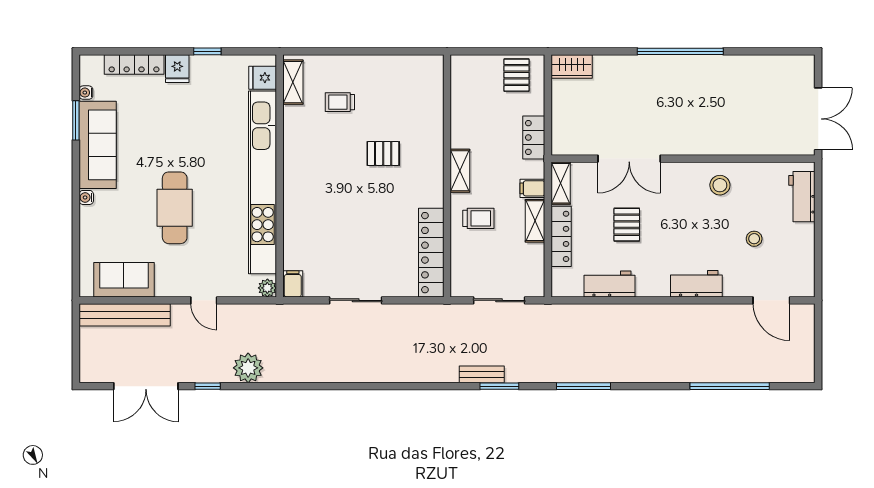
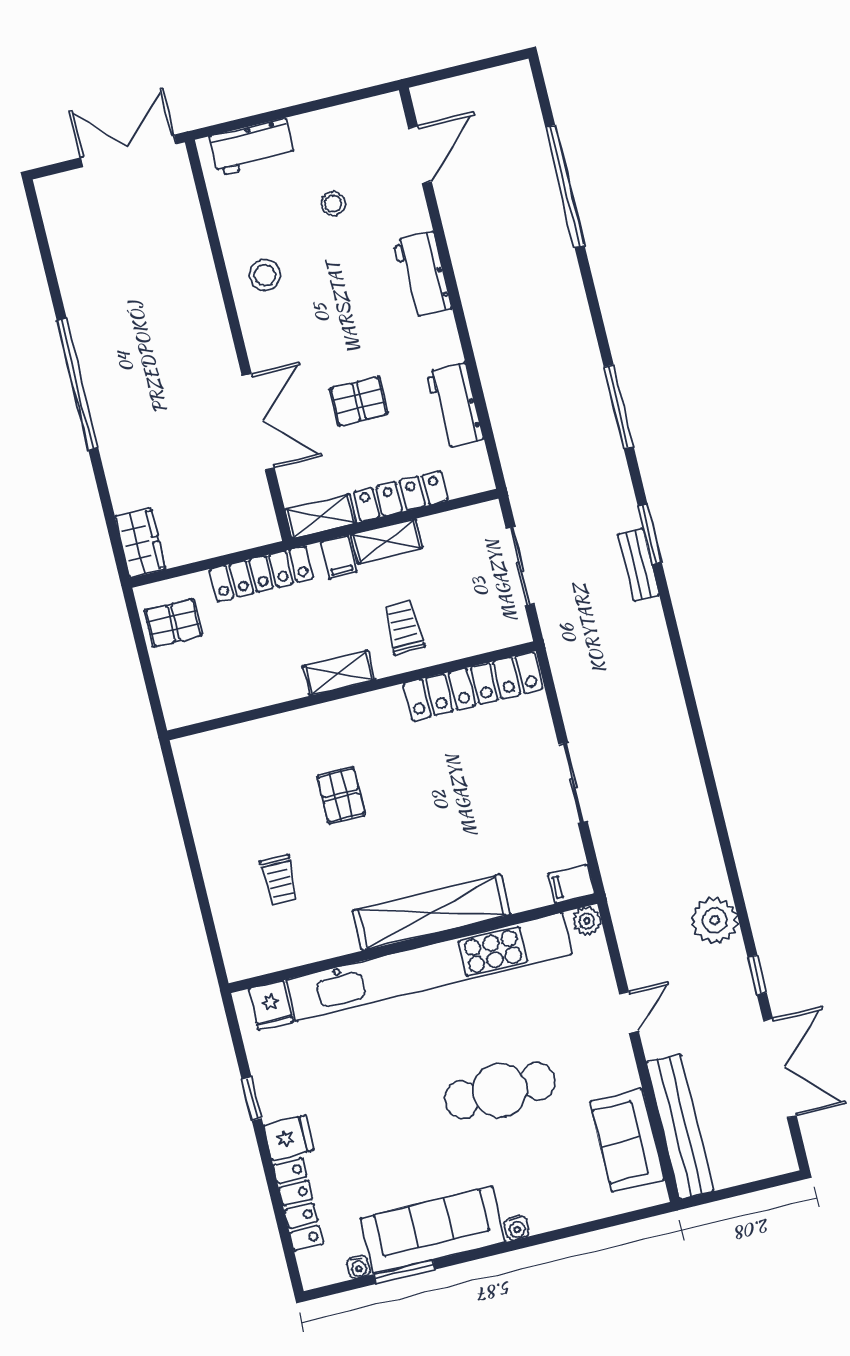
shelving: (293, 82) -> (431, 912), moved, width x2.20, depth x1.33
locker: (534, 137) -> (261, 574), width x1.53

